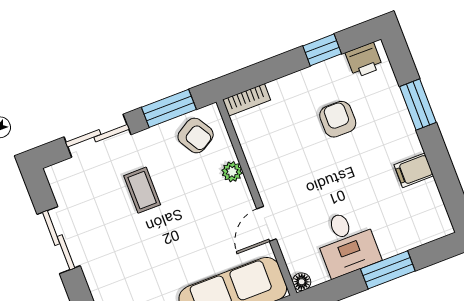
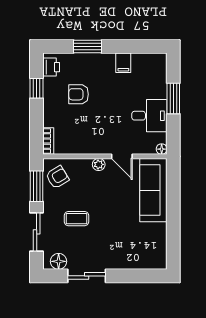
plant: (232, 172) -> (99, 164), moved
floor lamp: (64, 188) -> (59, 261), added

